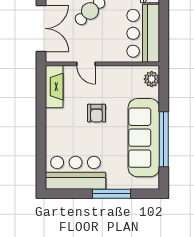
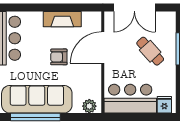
door: (86, 64) -> (103, 48), width x1.88
fireplace: (54, 87) -> (62, 19), moved

